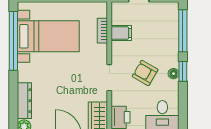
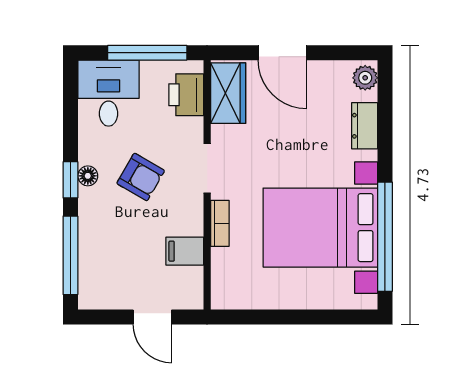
bookcase: (102, 31) -> (220, 223), moved
bed with nightstands: (48, 36) -> (320, 228), width x1.36
dresser: (24, 101) -> (365, 126), width x0.70

